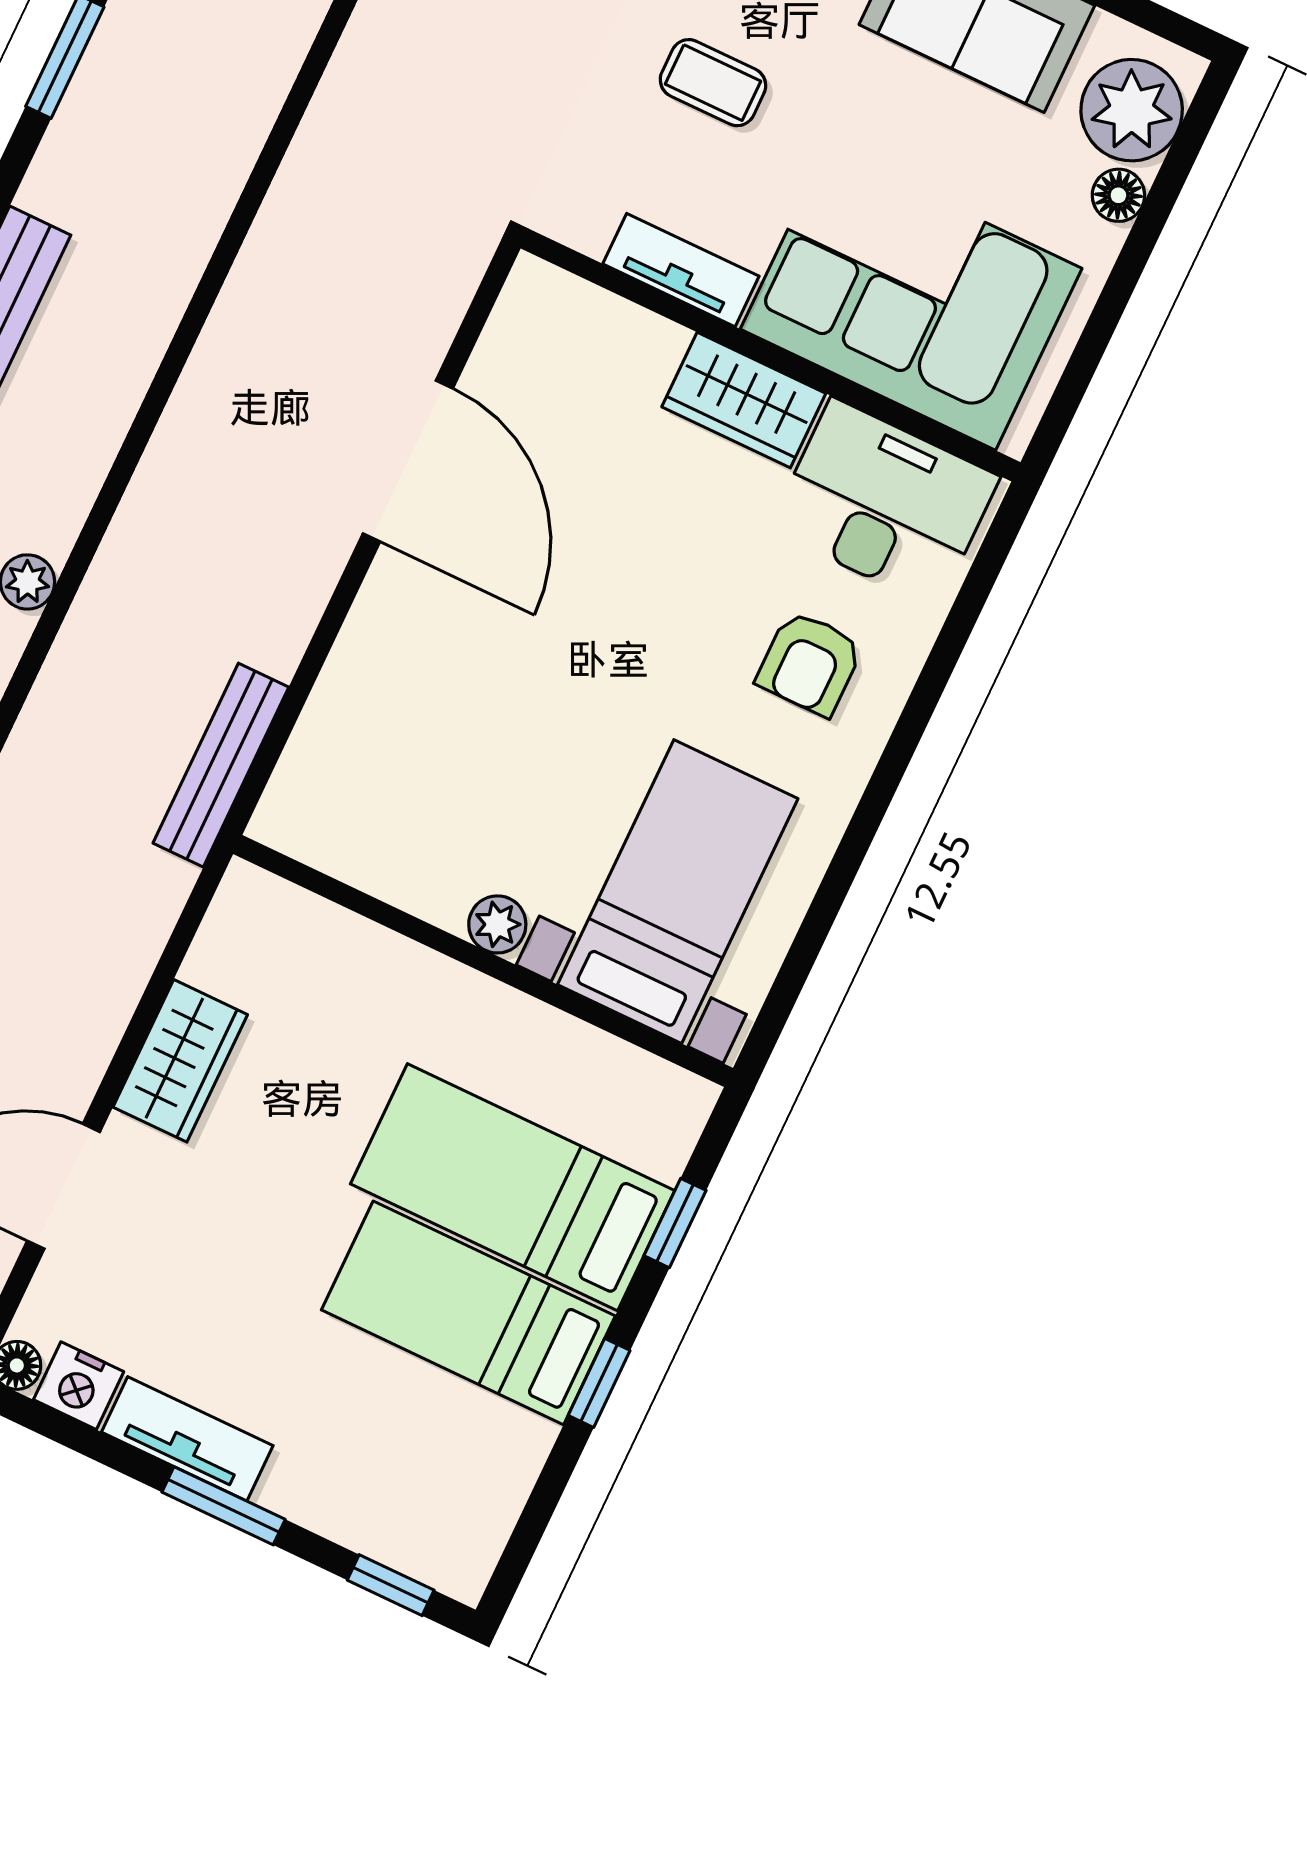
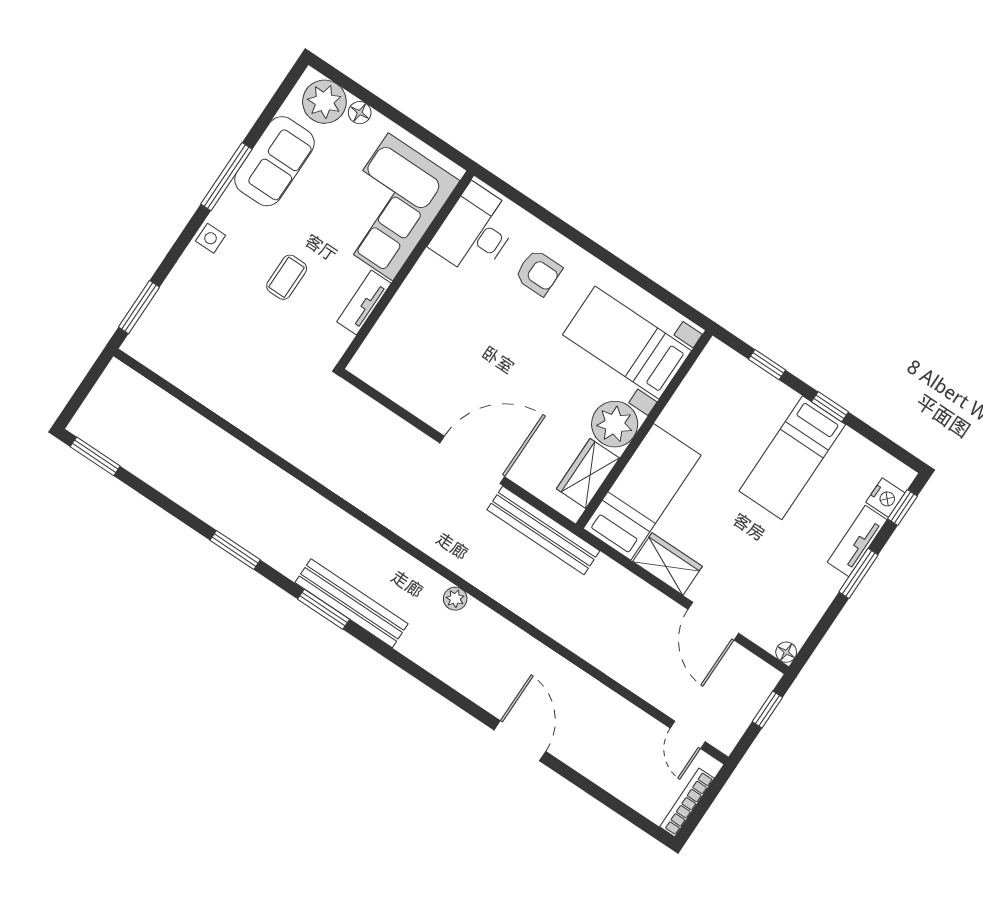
wardrobe: (744, 400) -> (588, 473), moved, turned 180
door: (408, 461) -> (472, 460), moved
bench: (221, 765) -> (543, 530), width x1.37, depth x1.21
plant: (497, 924) -> (615, 424), width x1.88, depth x1.88
bed: (513, 1187) -> (642, 492), moved, turned 180
nightstand: (79, 1386) -> (885, 498), moved
tv unit: (187, 1439) -> (857, 541), moved

